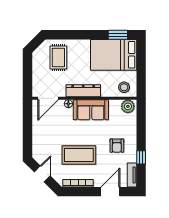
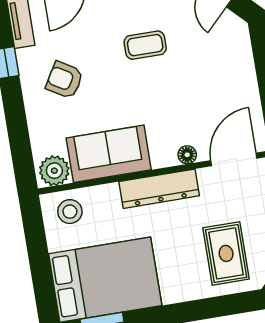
sofa: (91, 110) -> (109, 154), moved
armchair: (117, 146) -> (65, 80), turned -59
coffee table: (79, 155) -> (145, 45), width x0.54, depth x0.58

